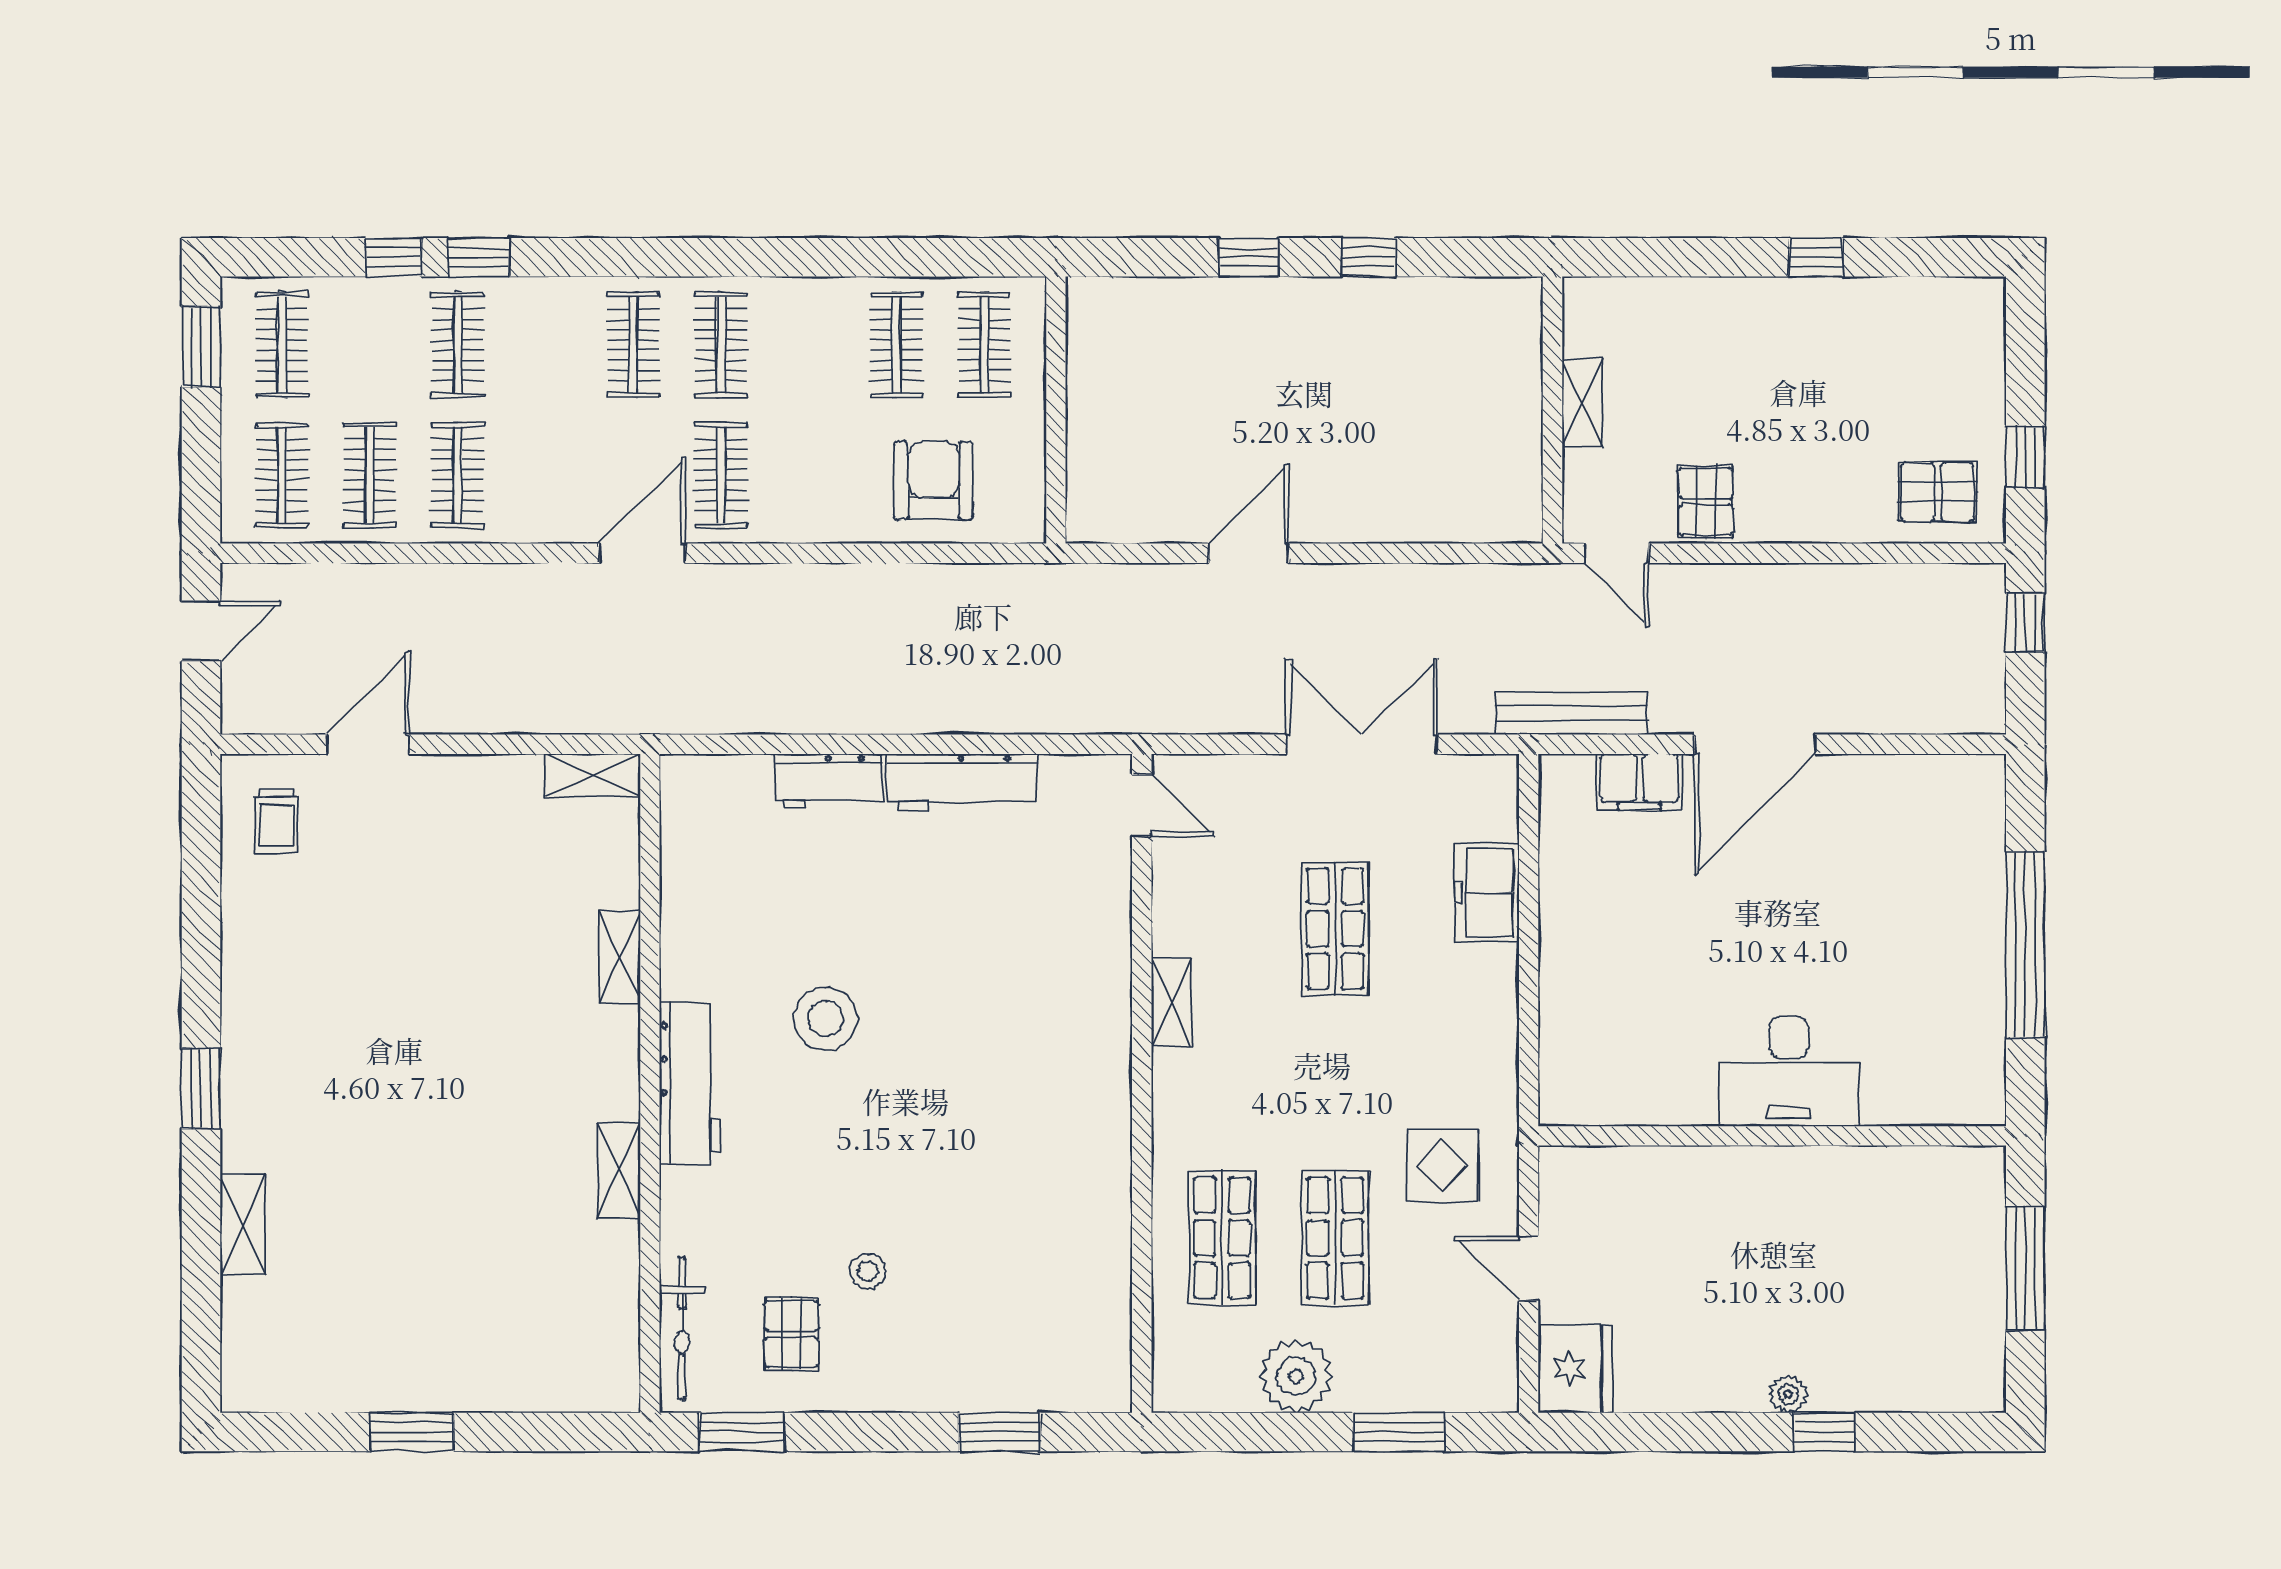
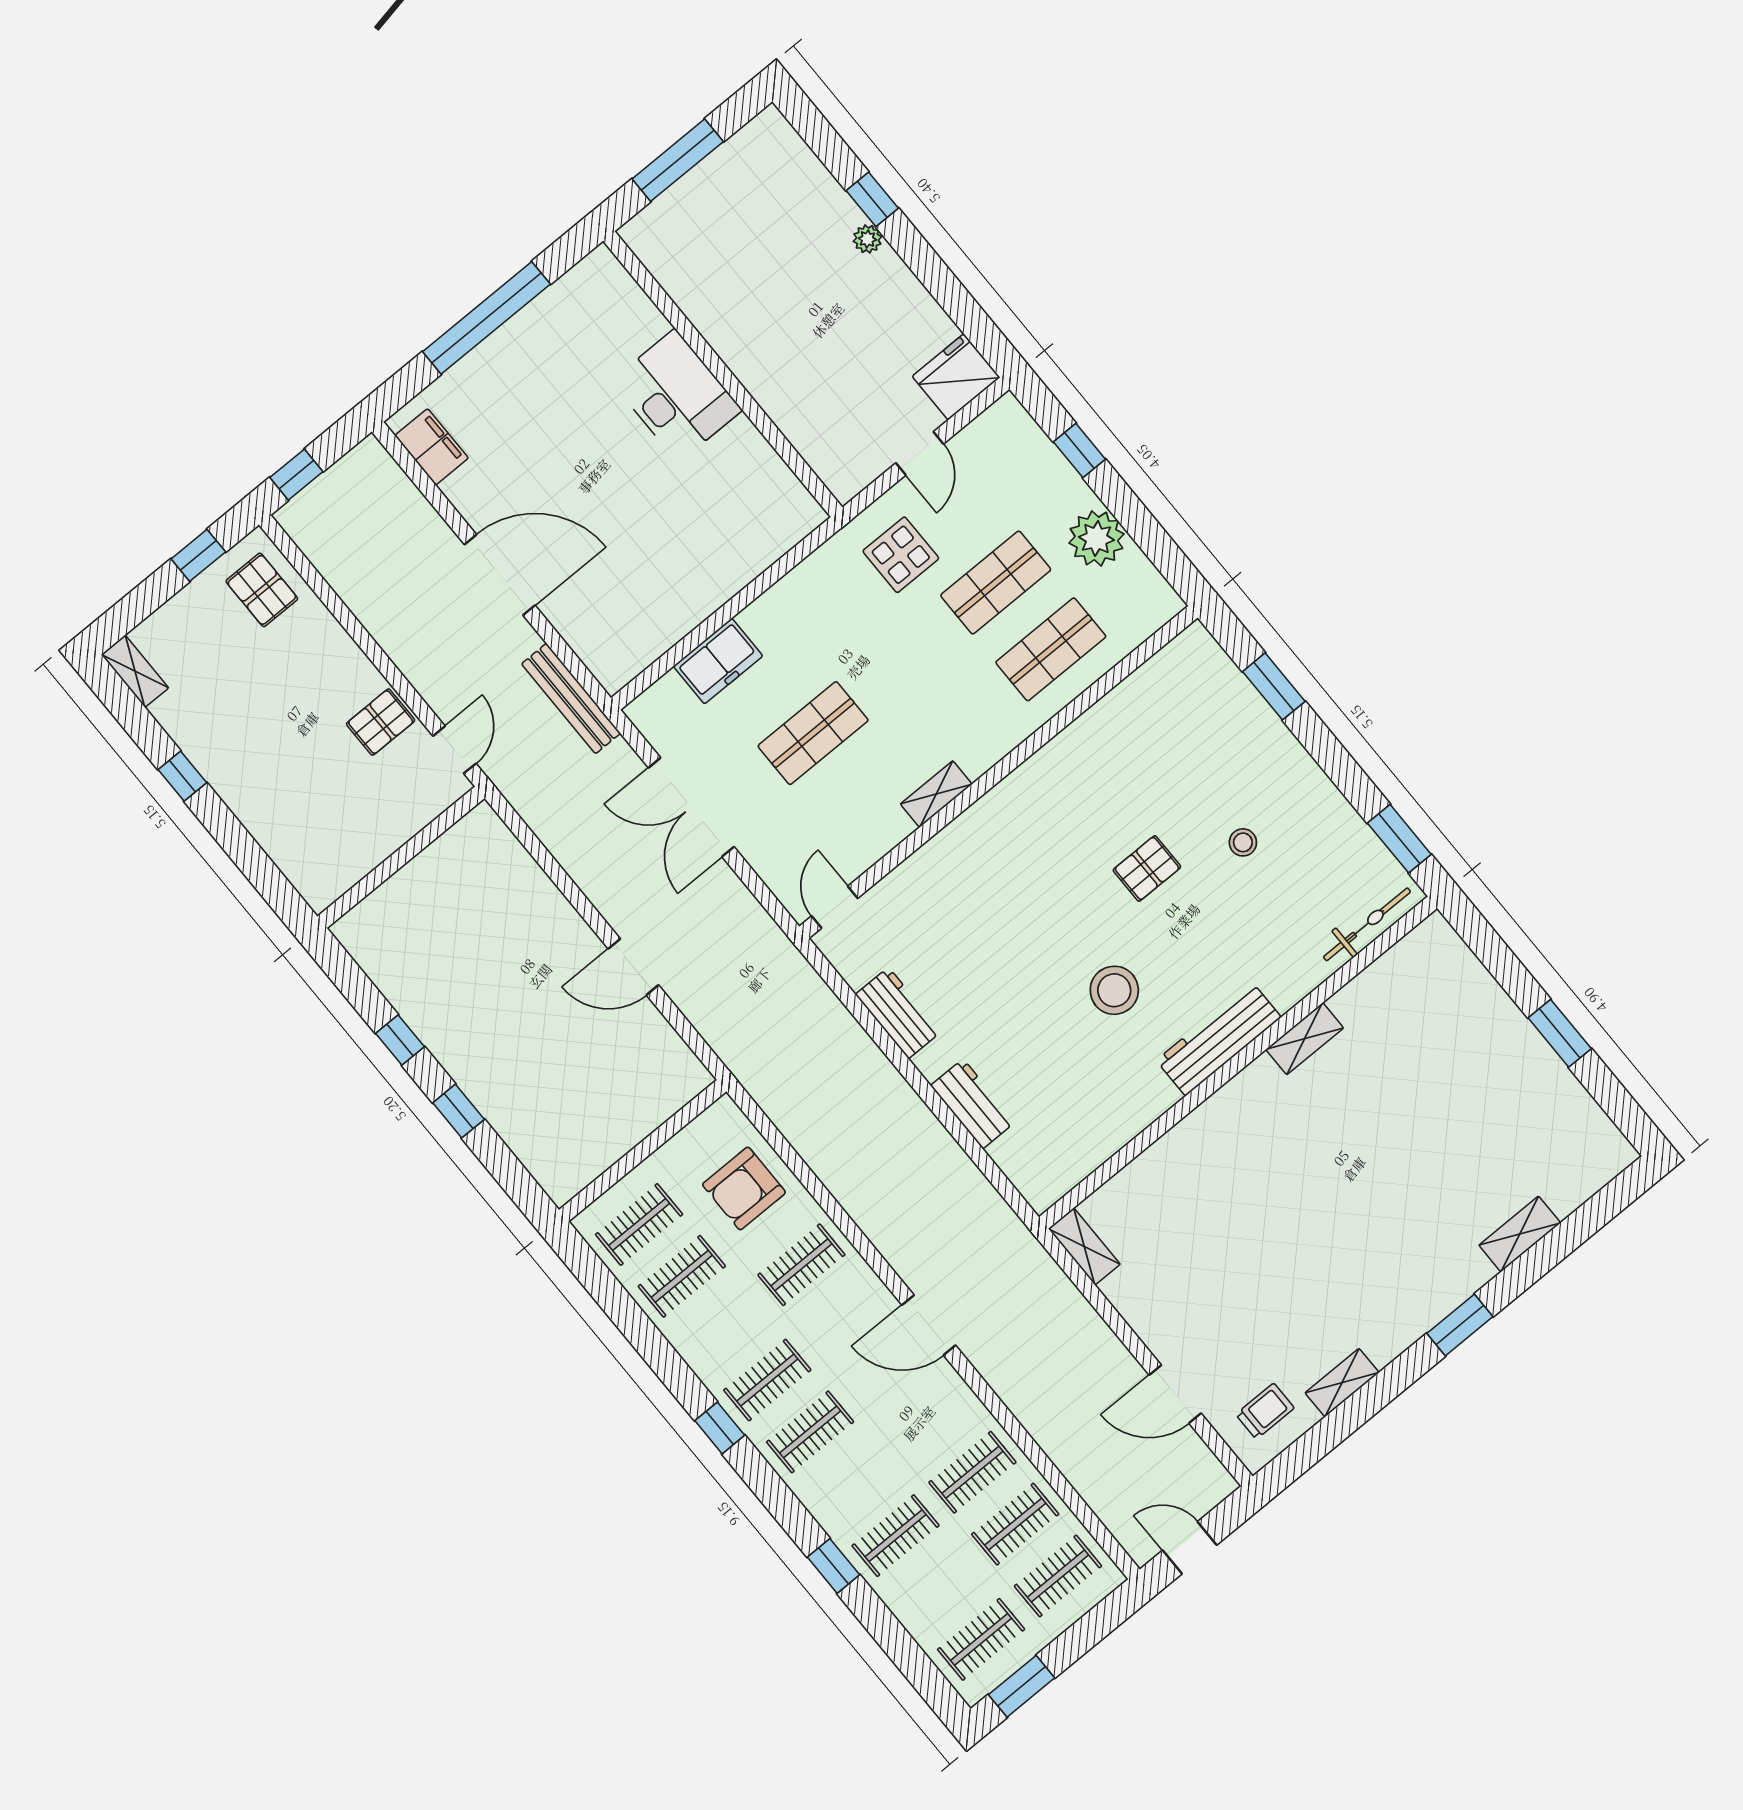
window: (394, 257) -> (720, 1428), moved
shelving: (1582, 403) -> (135, 671), moved, turned 90
clothes rail: (721, 475) -> (801, 1265), moved
workbench: (962, 782) -> (898, 1013), width x0.73
filing cabinet: (1639, 782) -> (432, 447), moved
shelving: (620, 957) -> (1342, 1383), moved
pallet: (792, 1334) -> (1147, 868), moved
window: (1399, 1432) -> (1079, 451), width x0.67

